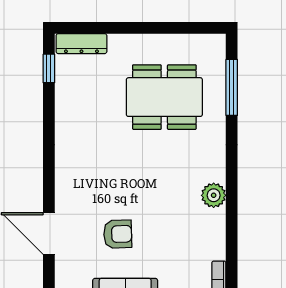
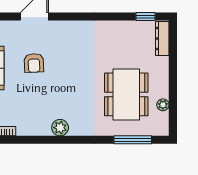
plant: (180, 43) -> (163, 105), added

